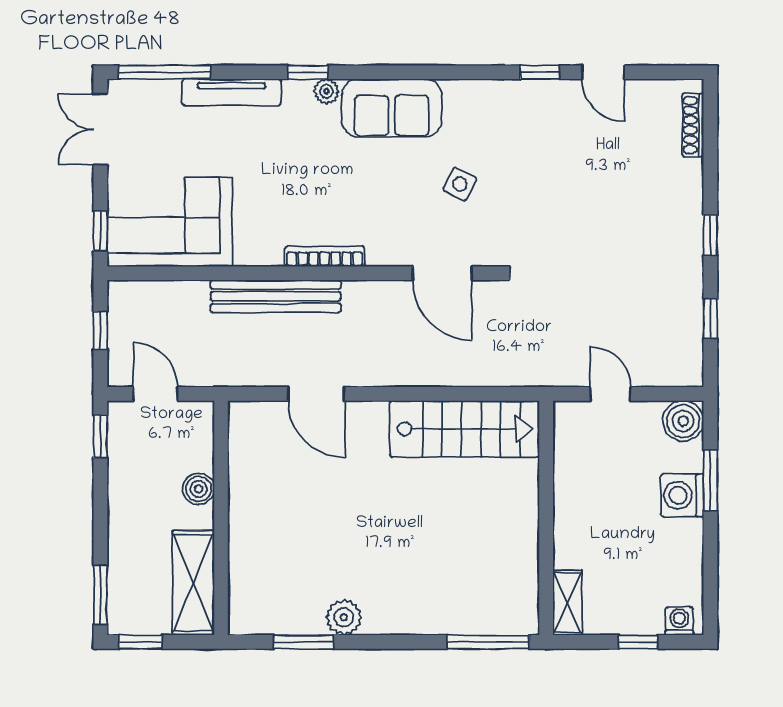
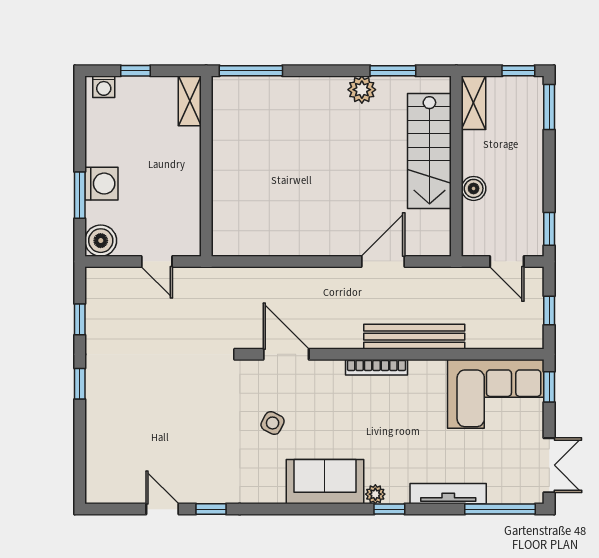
shoe rack: (693, 125) -> (93, 468), removed
door: (316, 394) -> (383, 261), hinge flipped
stairs: (465, 429) -> (429, 151), moved, turned -90
shelving: (193, 583) -> (474, 103), width x0.67, depth x0.75

